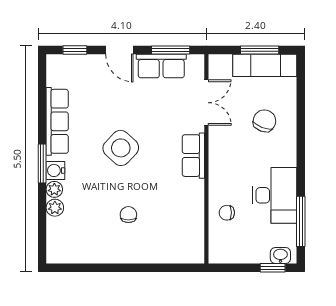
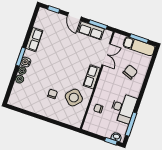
row of seats: (57, 121) -> (34, 40), width x0.68
side table: (121, 148) -> (74, 98), moved

